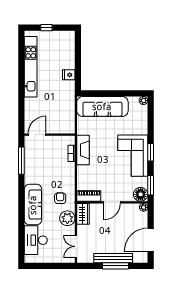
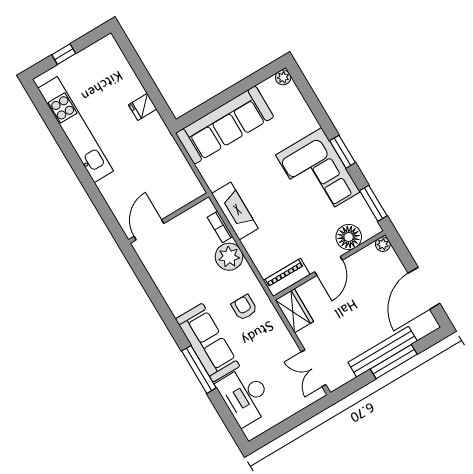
window: (21, 161) -> (199, 369), moved
floor lamp: (141, 194) -> (349, 237), moved
plant: (67, 218) -> (229, 257), moved

